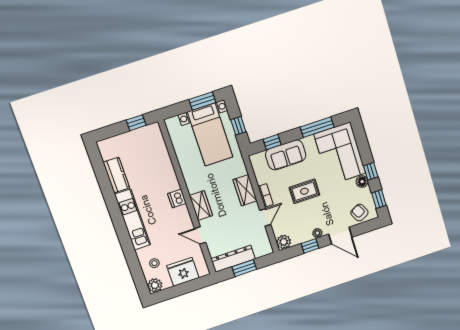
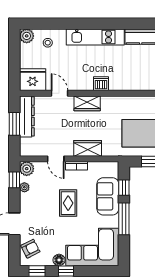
window: (317, 127) -> (124, 219), moved
plant: (317, 233) -> (24, 187), moved
door: (200, 235) -> (59, 93), hinge flipped
window: (310, 246) -> (14, 180), moved
fridge: (183, 272) -> (33, 80), moved, turned -90

